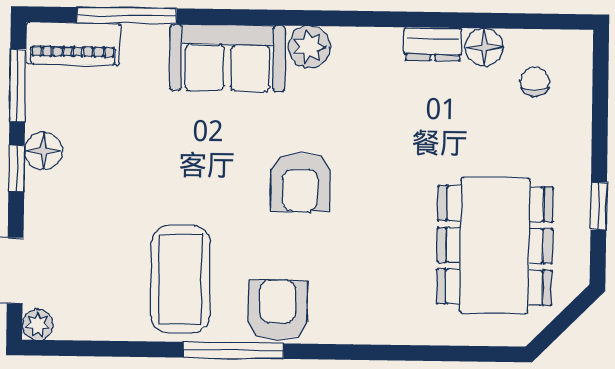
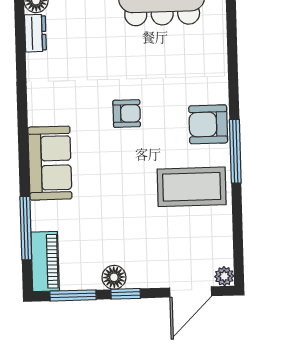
plant: (309, 47) -> (41, 112), removed
armchair: (300, 182) -> (127, 113), width x0.72, depth x0.72

